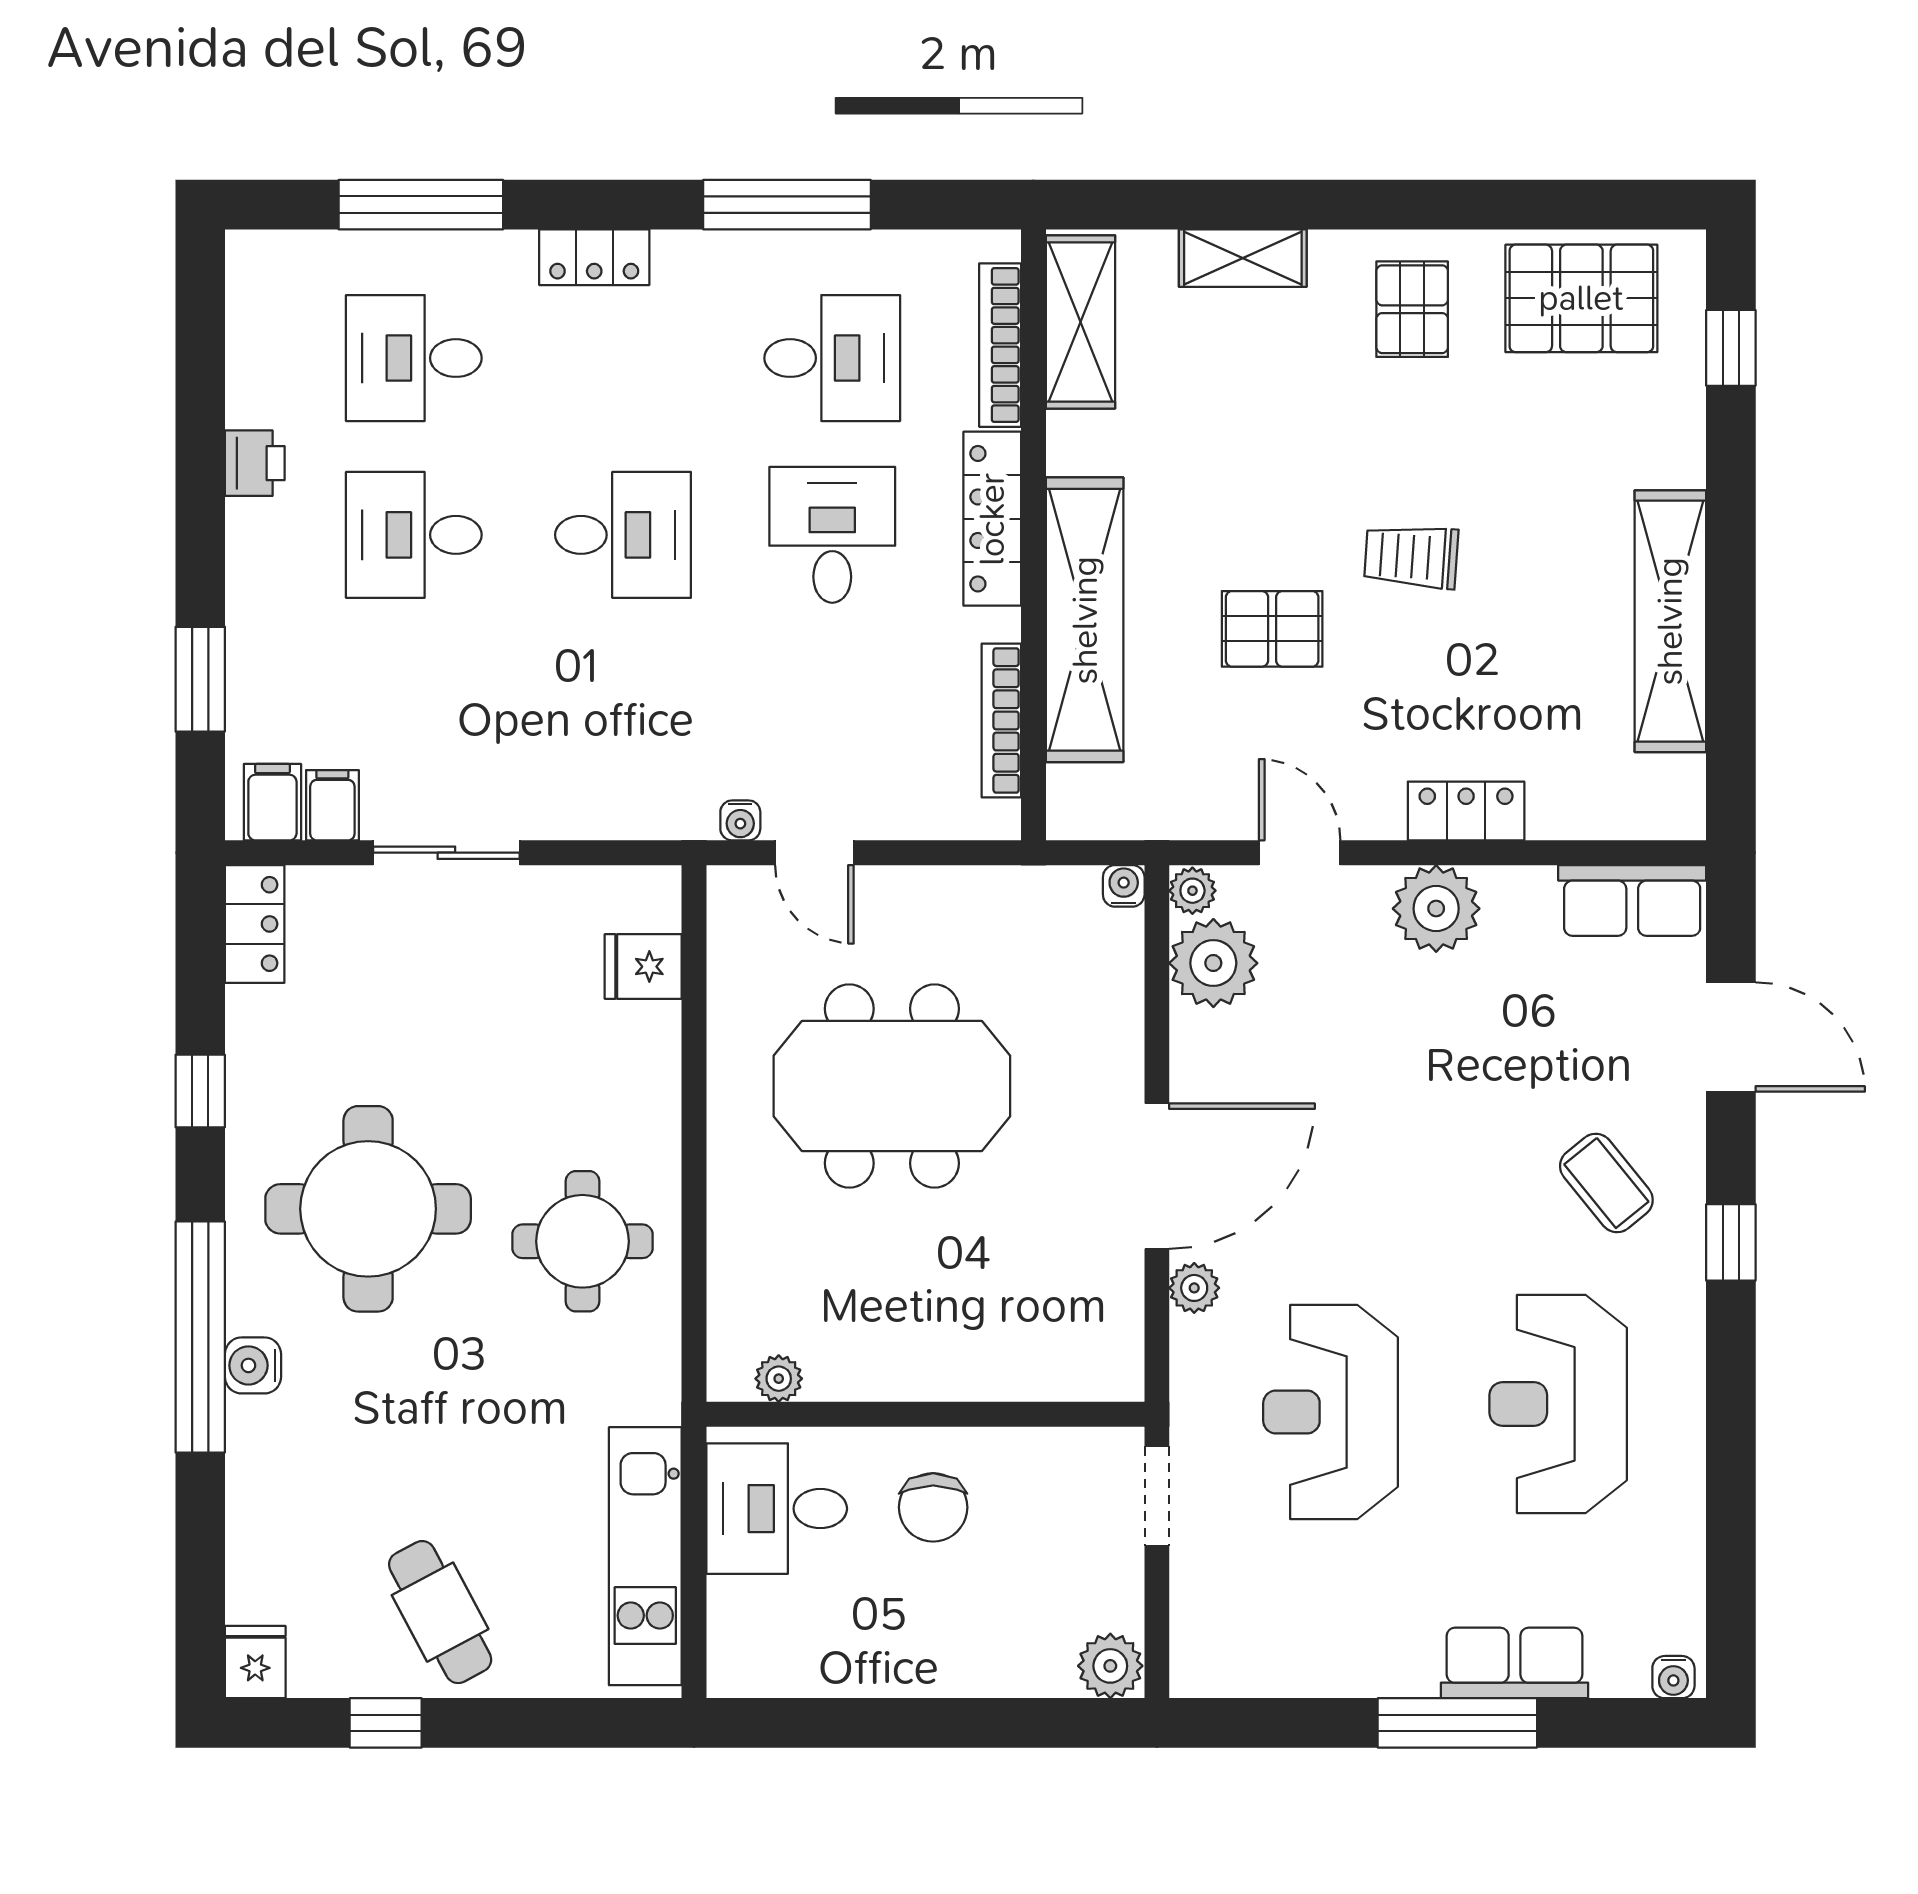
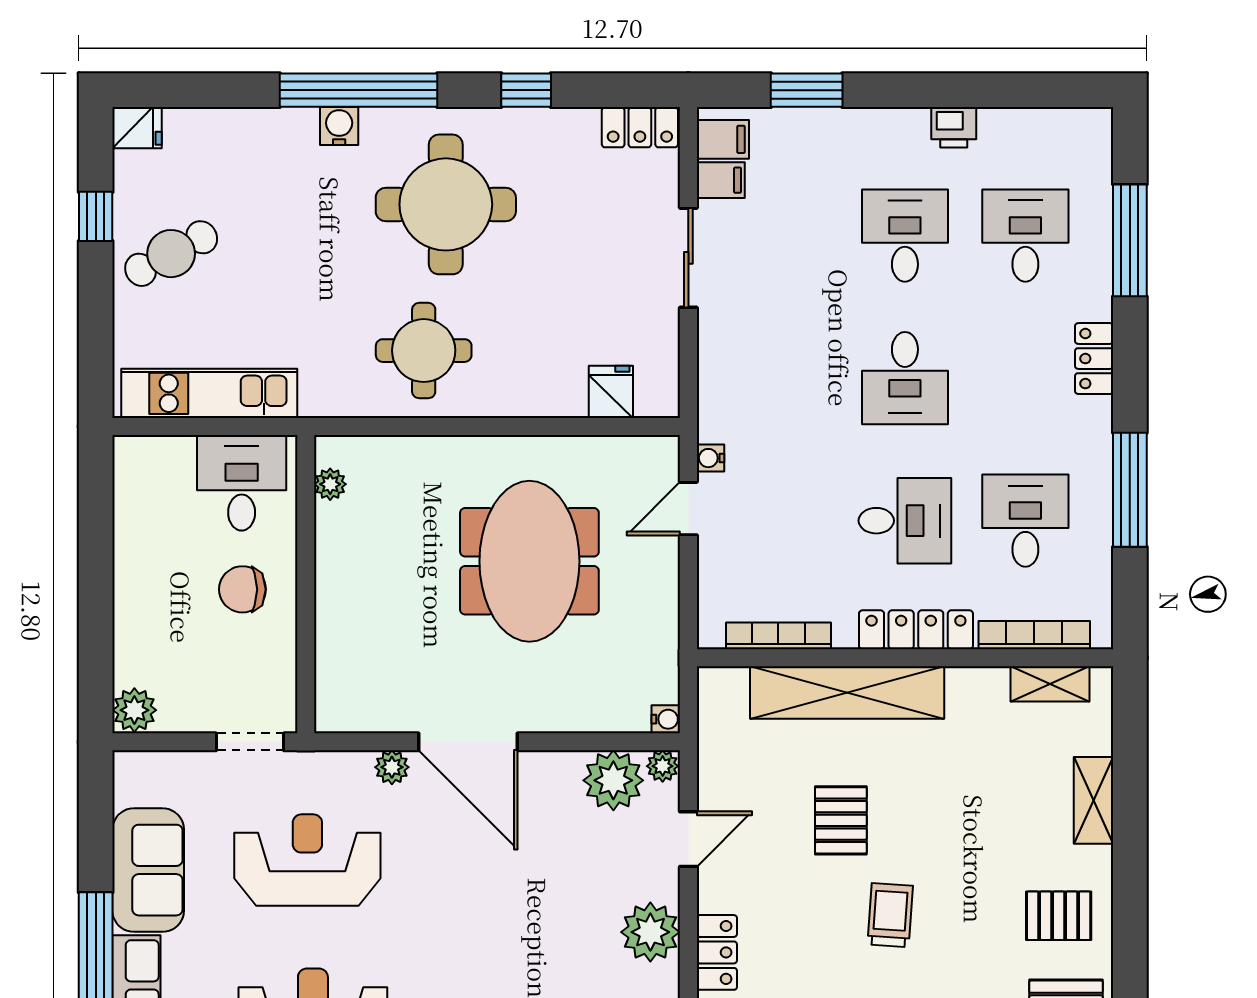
shelving: (1080, 322) -> (1050, 684), width x0.67, depth x0.75
desk: (832, 358) -> (1025, 521), turned 180
sofa: (1345, 1646) -> (148, 870), added

